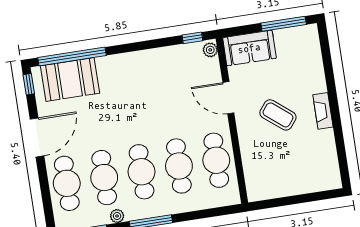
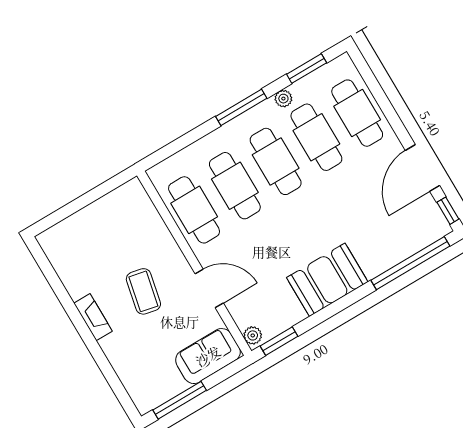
window: (192, 38) -> (279, 341), width x1.50
booth: (70, 80) -> (327, 280), moved
coffee table: (278, 115) -> (143, 291), turned 63
door: (37, 137) -> (423, 168), moved

